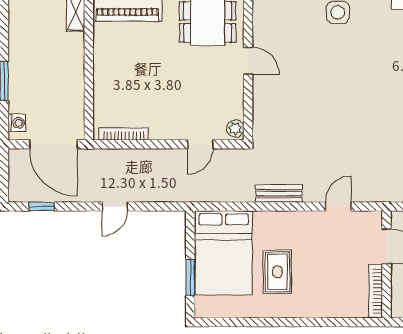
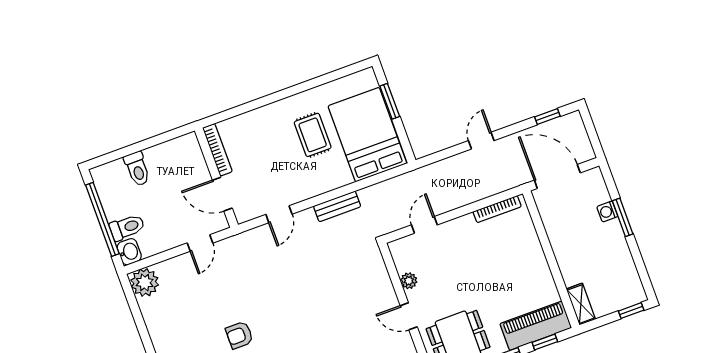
washing machine: (17, 123) -> (607, 211), moved
plant: (235, 129) -> (409, 281), moved

